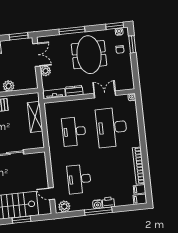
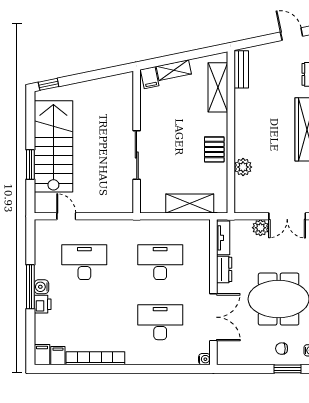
double door: (105, 94) -> (213, 317), width x1.37
desk: (112, 127) -> (160, 322), width x0.73, depth x0.77
door: (52, 194) -> (66, 216), hinge flipped
plant: (64, 207) -> (44, 234), removed

